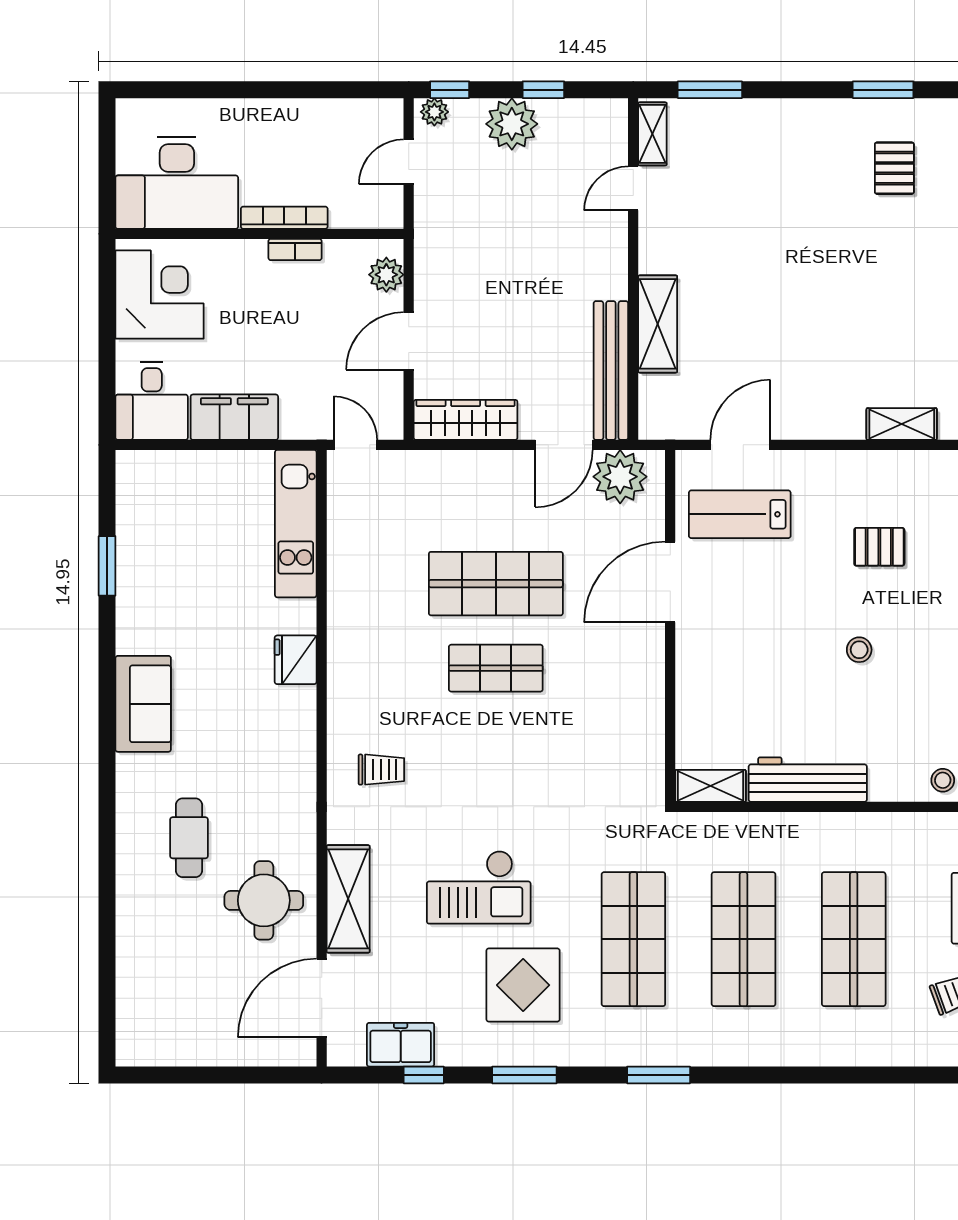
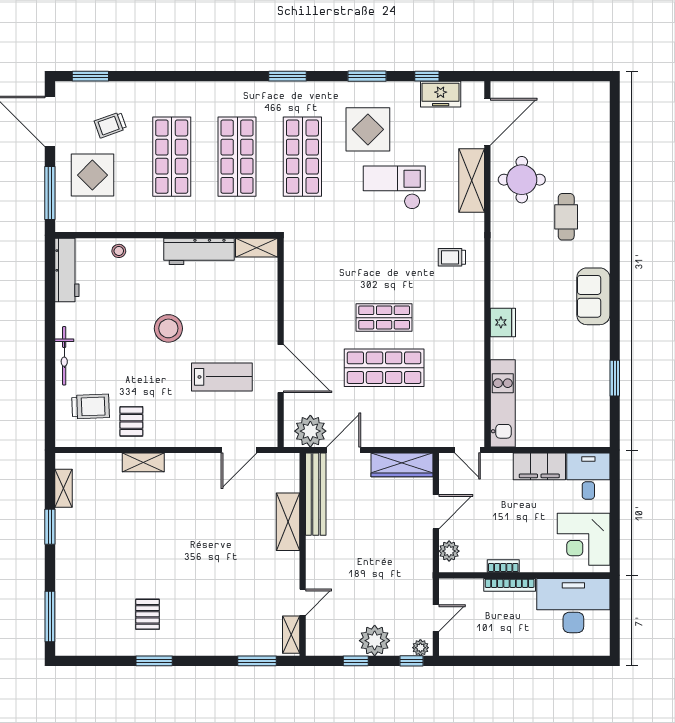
lab bench: (740, 514) -> (222, 377), moved
pallet: (879, 547) -> (131, 421), moved, turned 90
door: (670, 582) -> (281, 369), hinge flipped
stool: (859, 650) -> (168, 328), width x1.89, depth x1.89

